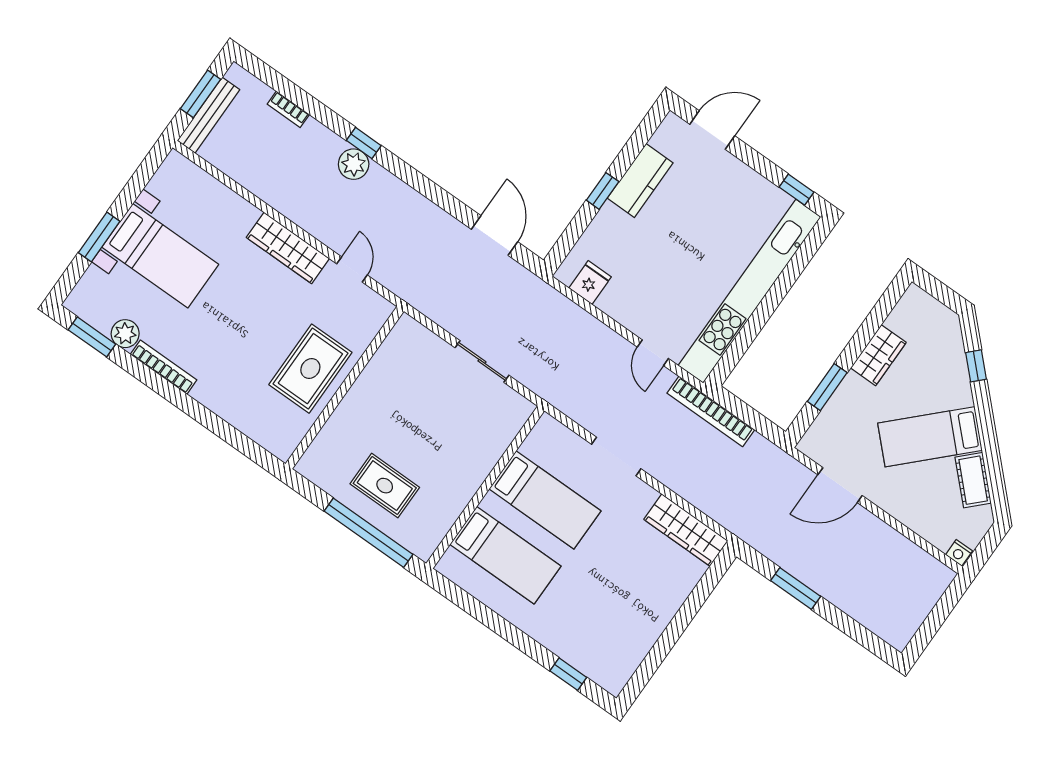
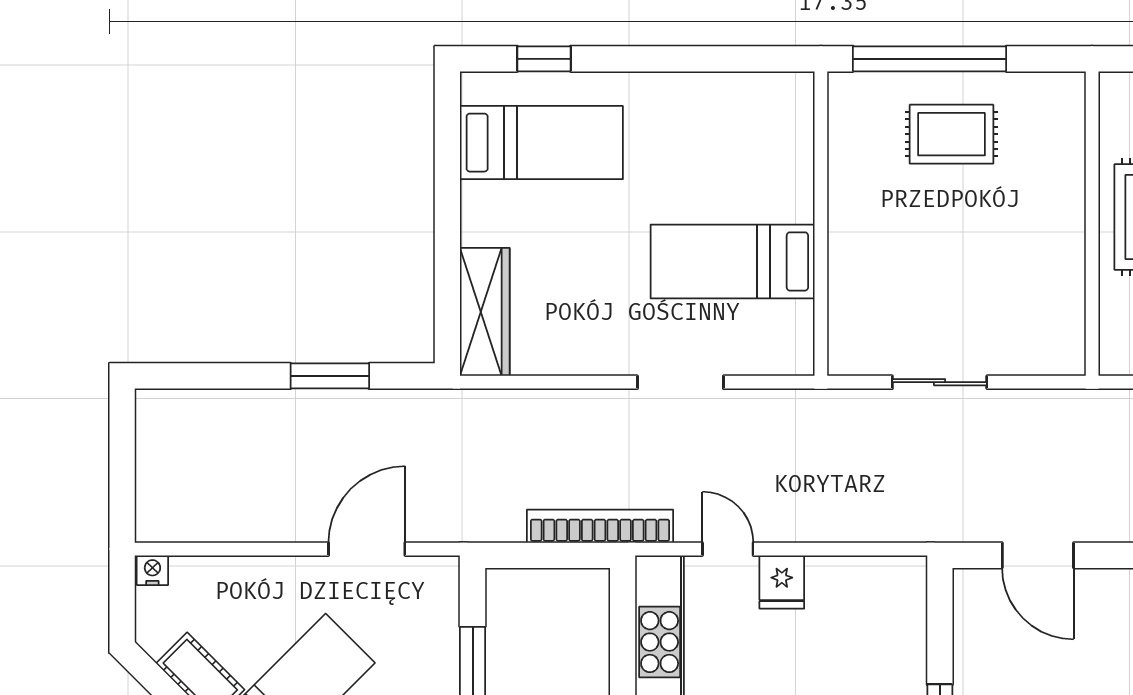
fridge: (590, 282) -> (782, 582), moved
wardrobe: (686, 530) -> (485, 312), moved, turned 90
bed: (505, 555) -> (541, 143), moved, turned 180

